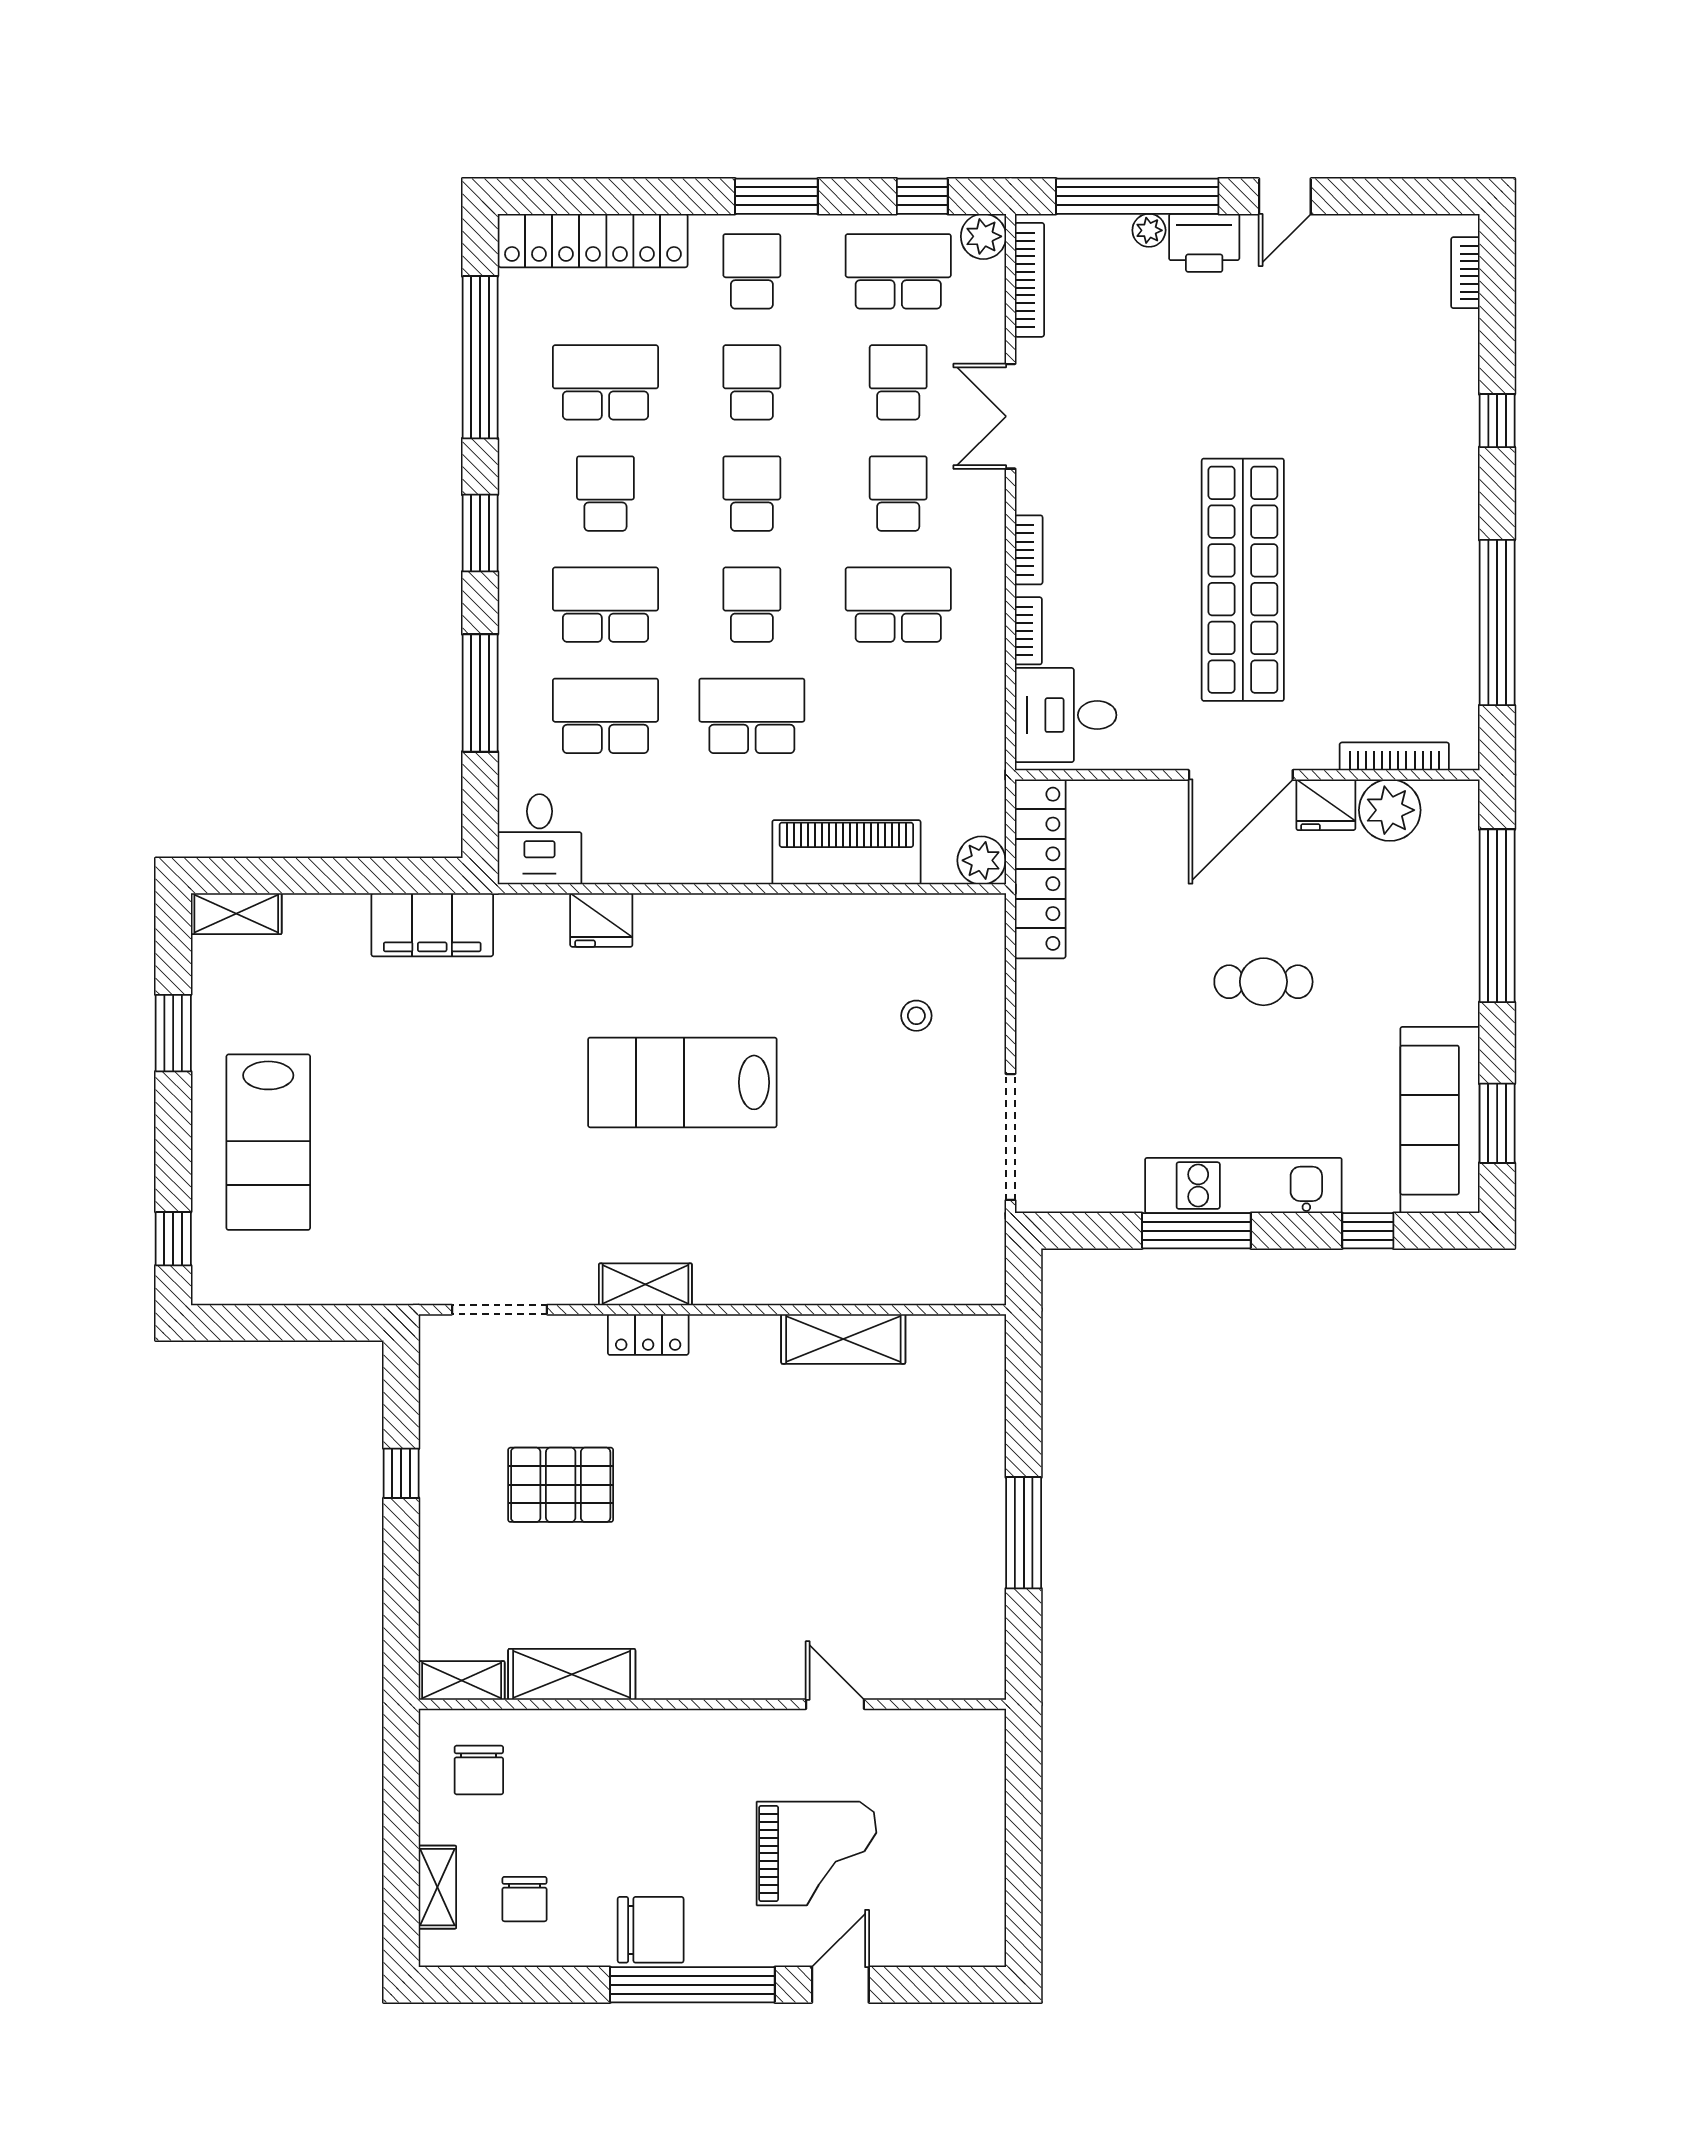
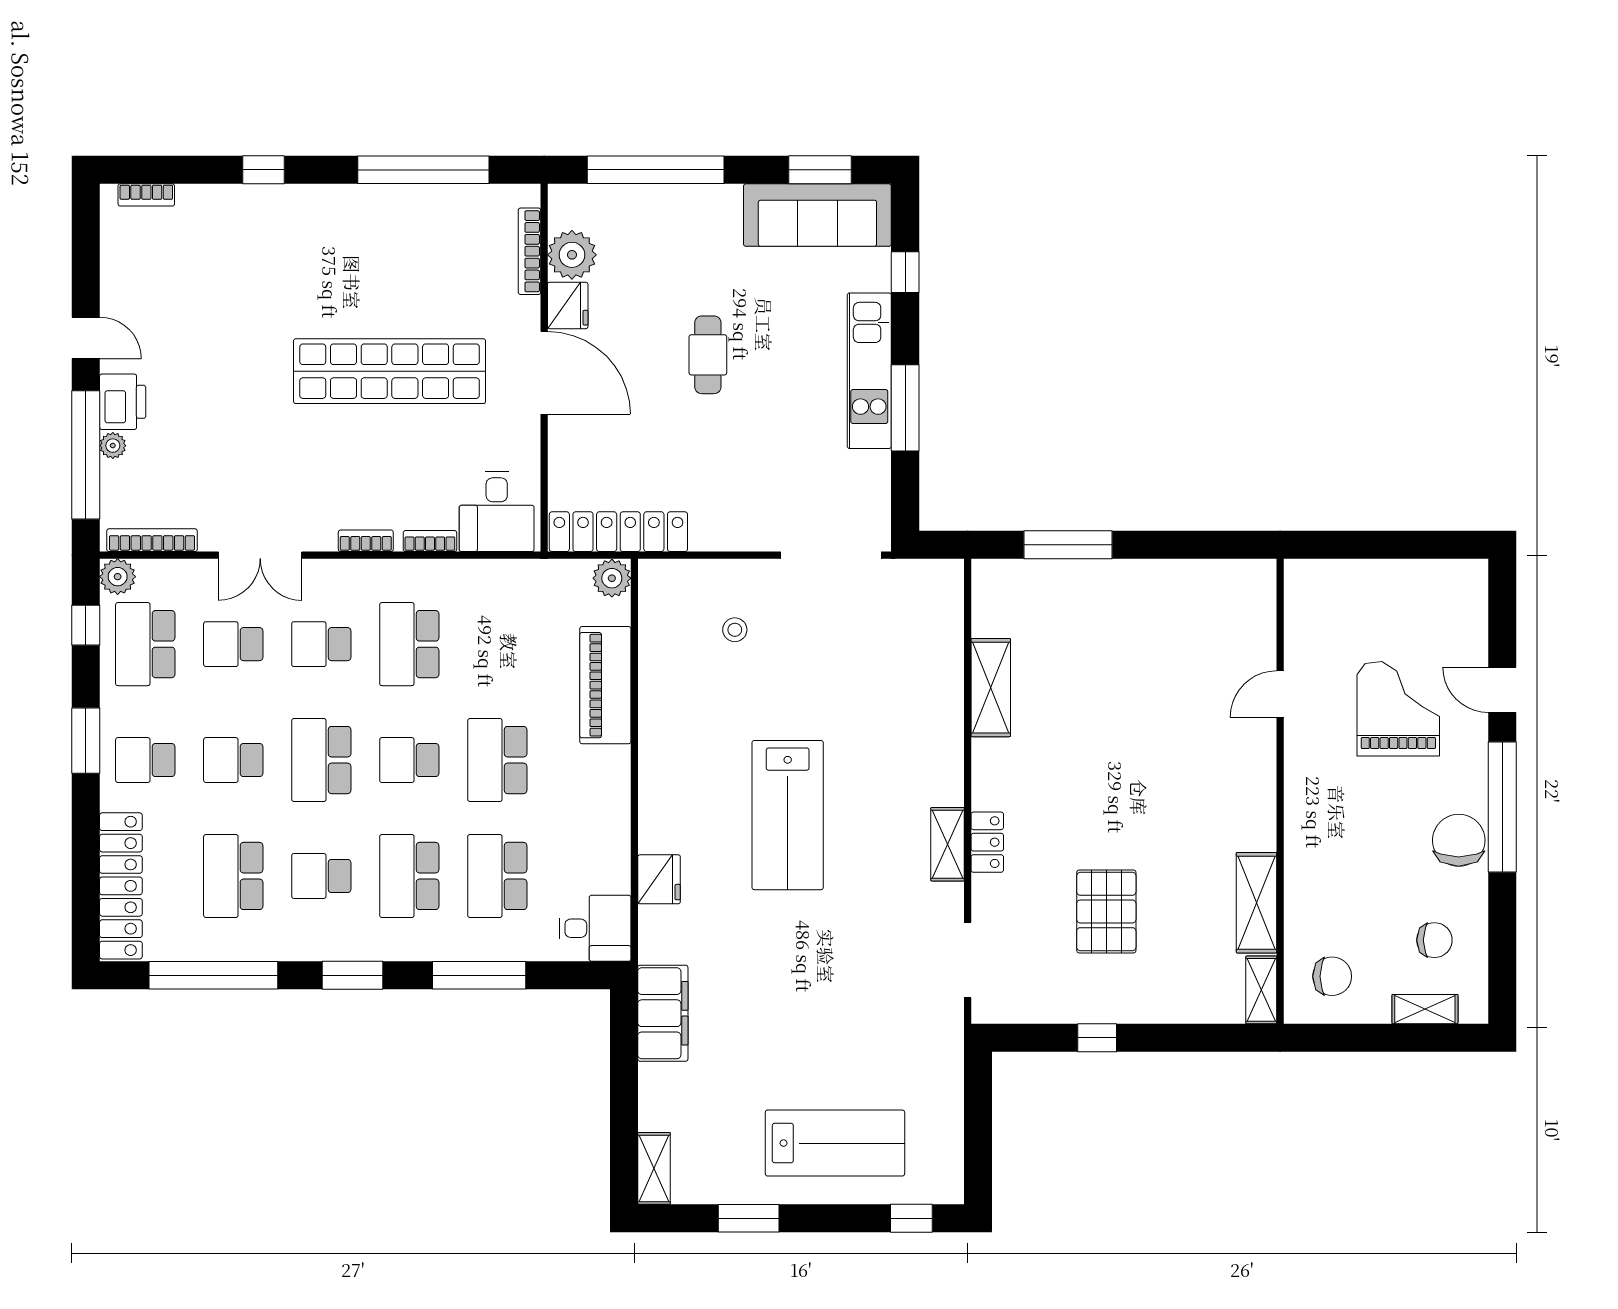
school desk: (752, 494) -> (321, 760), width x1.85
window: (1024, 1533) -> (1068, 545), moved

